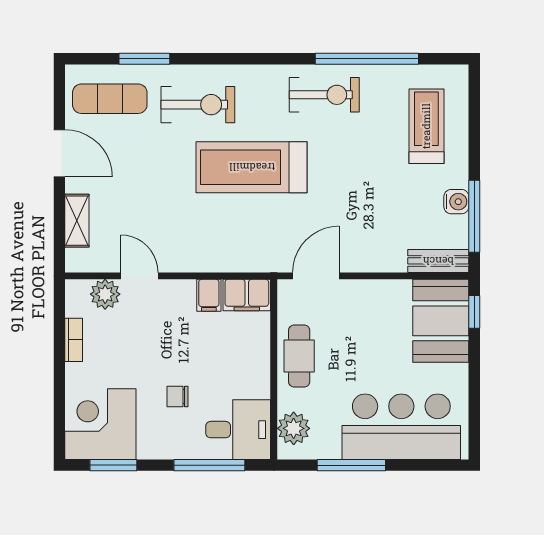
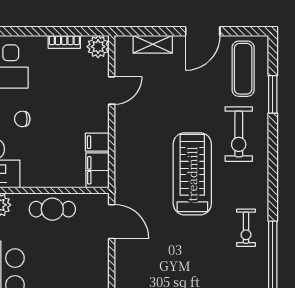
exercise bike: (324, 95) -> (246, 228), width x0.73, depth x0.72
plant: (105, 294) -> (98, 47), moved
chair: (177, 397) -> (22, 119), turned -90

